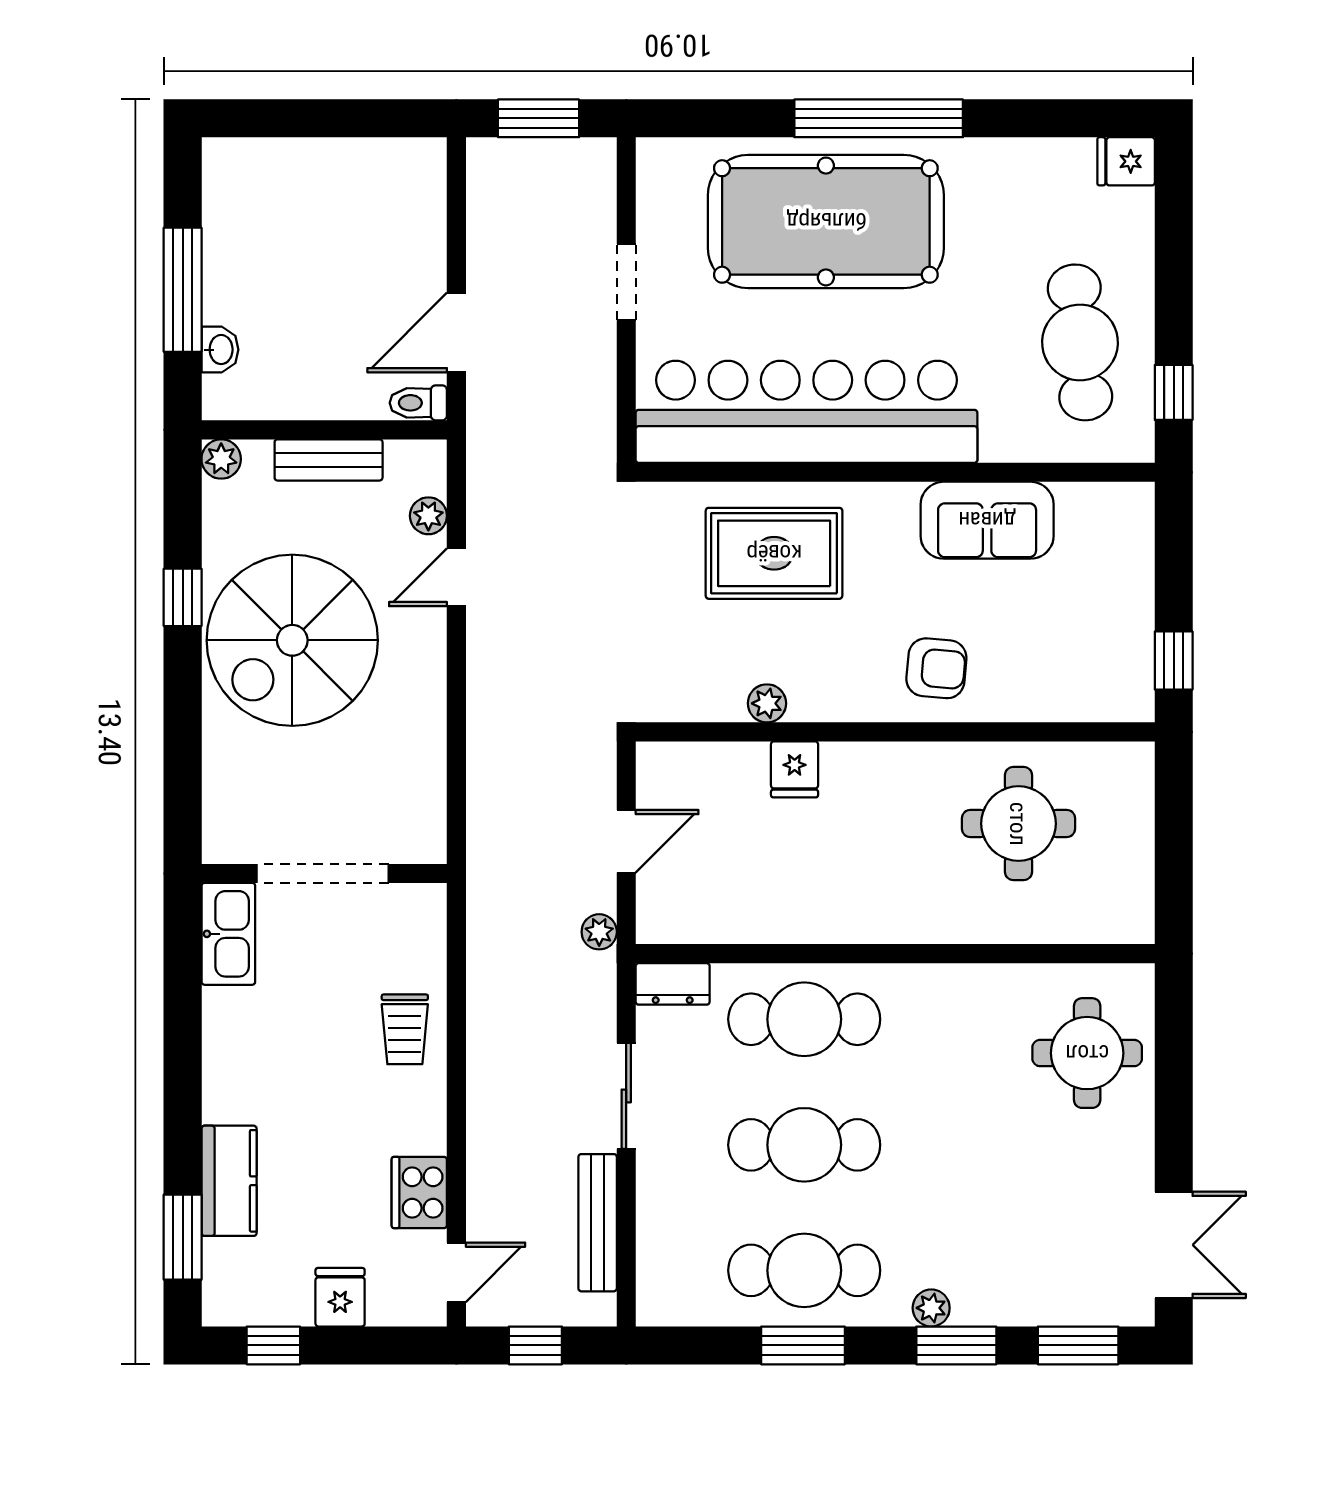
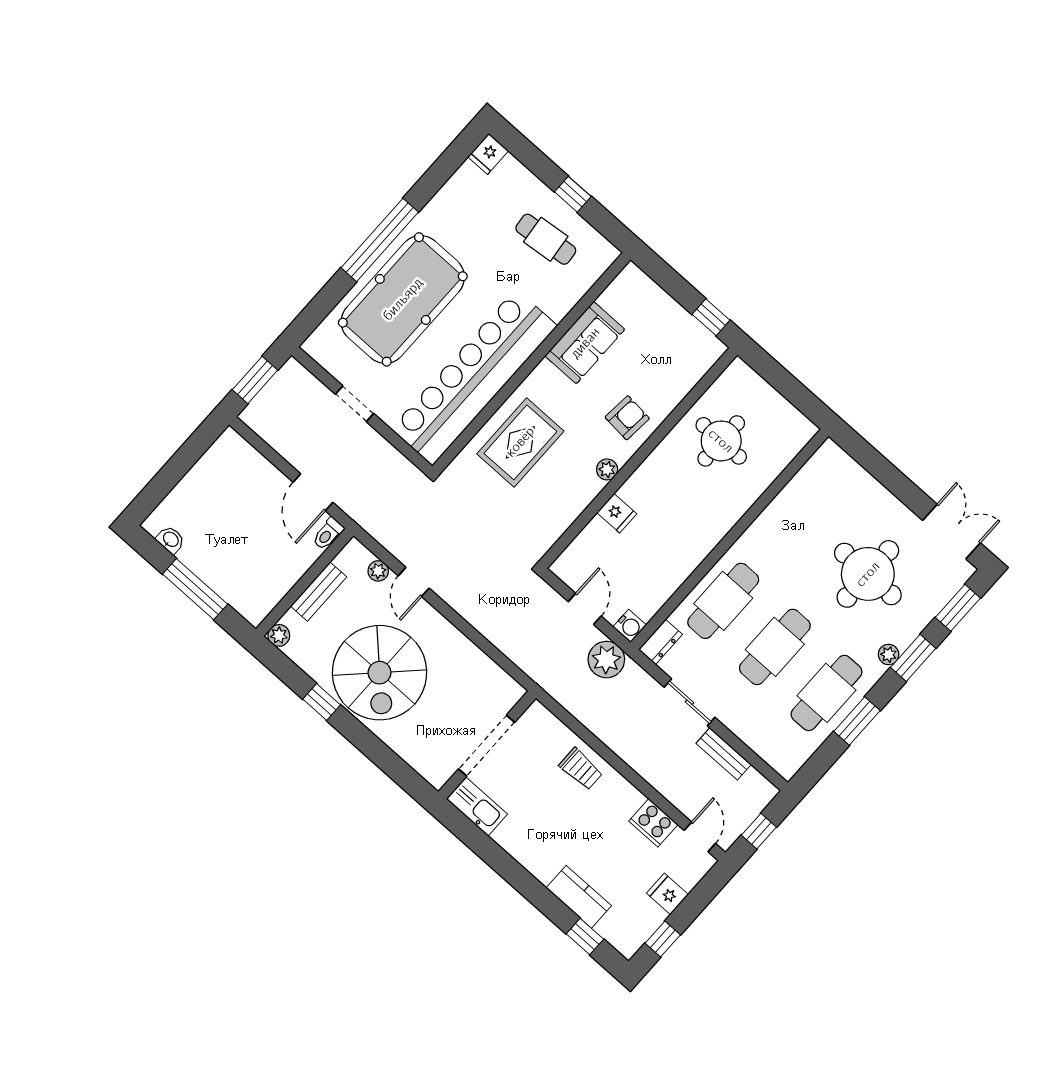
cafe table: (1080, 342) -> (546, 239), width x0.73, depth x0.74
washbasin: (220, 350) -> (170, 540), moved
window: (1174, 392) -> (573, 194), moved
plant: (767, 703) -> (607, 469), moved
water cooler: (657, 923) -> (630, 626), added
plant: (599, 932) -> (606, 660), width x1.88, depth x1.88
round table: (1087, 1053) -> (868, 574), moved, width x1.36, depth x1.36
bench: (598, 1223) -> (724, 754), width x0.73
window: (183, 1237) -> (585, 937), width x0.67

